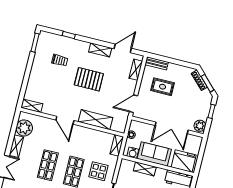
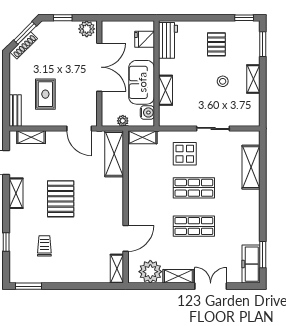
door: (65, 120) -> (126, 238), moved
shelving: (96, 120) -> (114, 154), moved
fridge: (184, 161) -> (145, 39), width x0.53, depth x0.75

